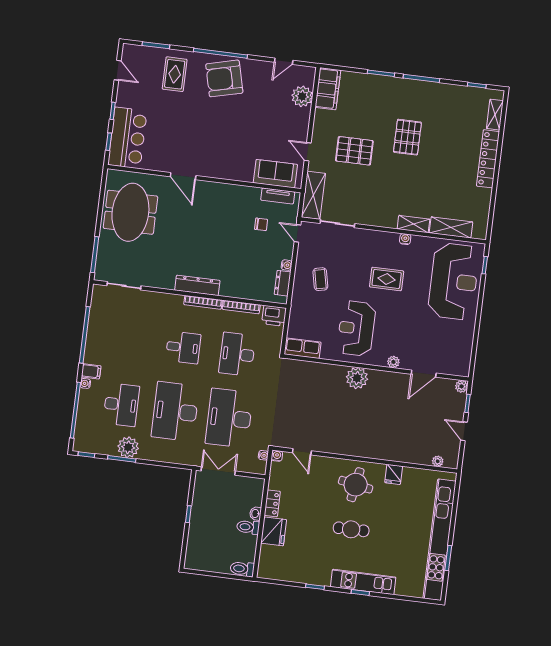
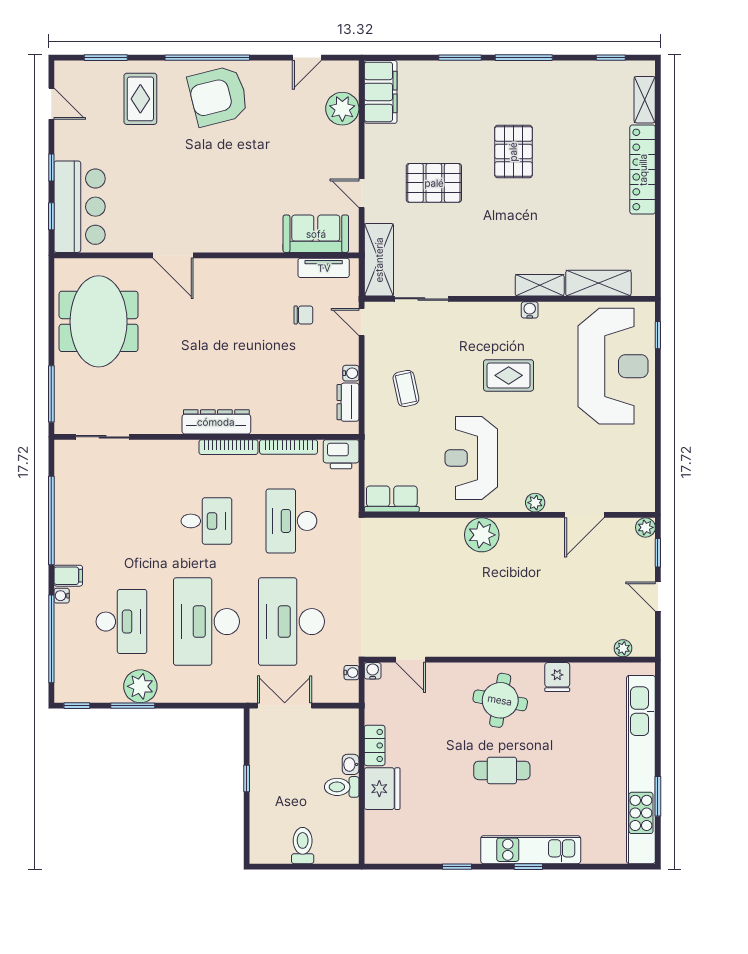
toilet: (242, 569) -> (303, 846), moved, turned 90

